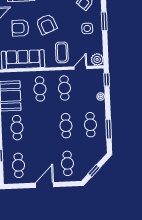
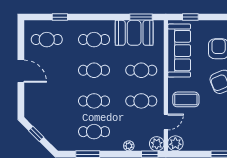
side table: (87, 28) -> (215, 132), removed
door: (80, 68) -> (166, 122), hinge flipped
plant: (98, 74) -> (157, 144), added
cafe table: (67, 163) -> (94, 70), moved

